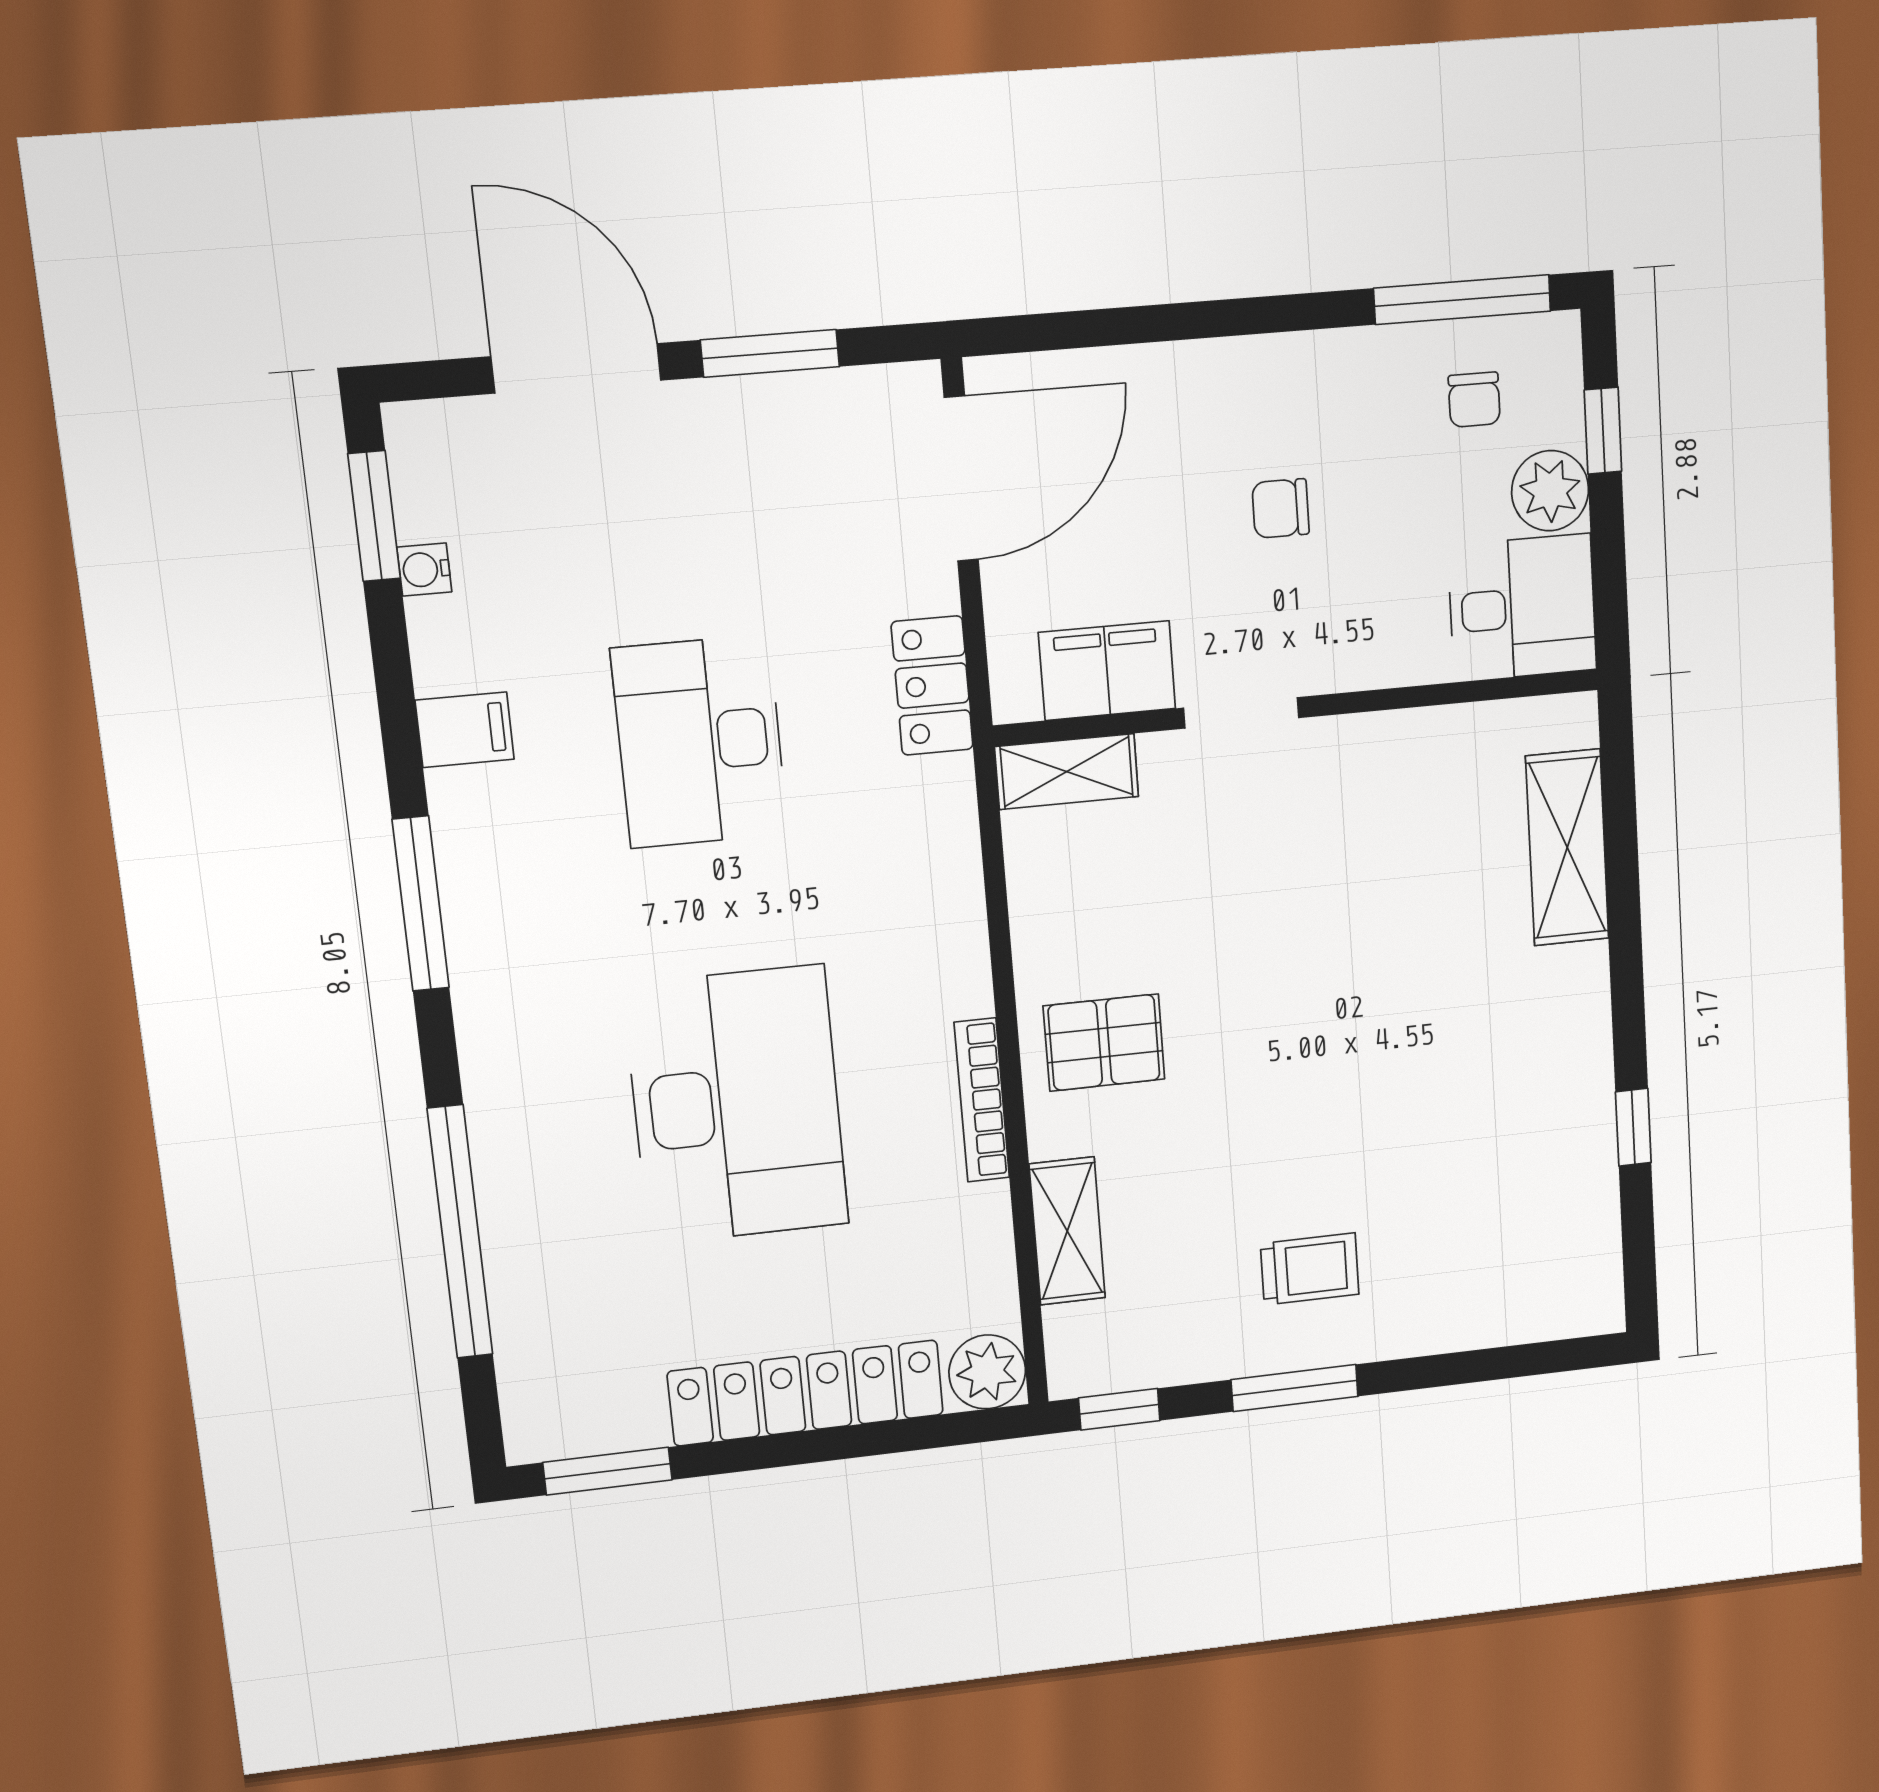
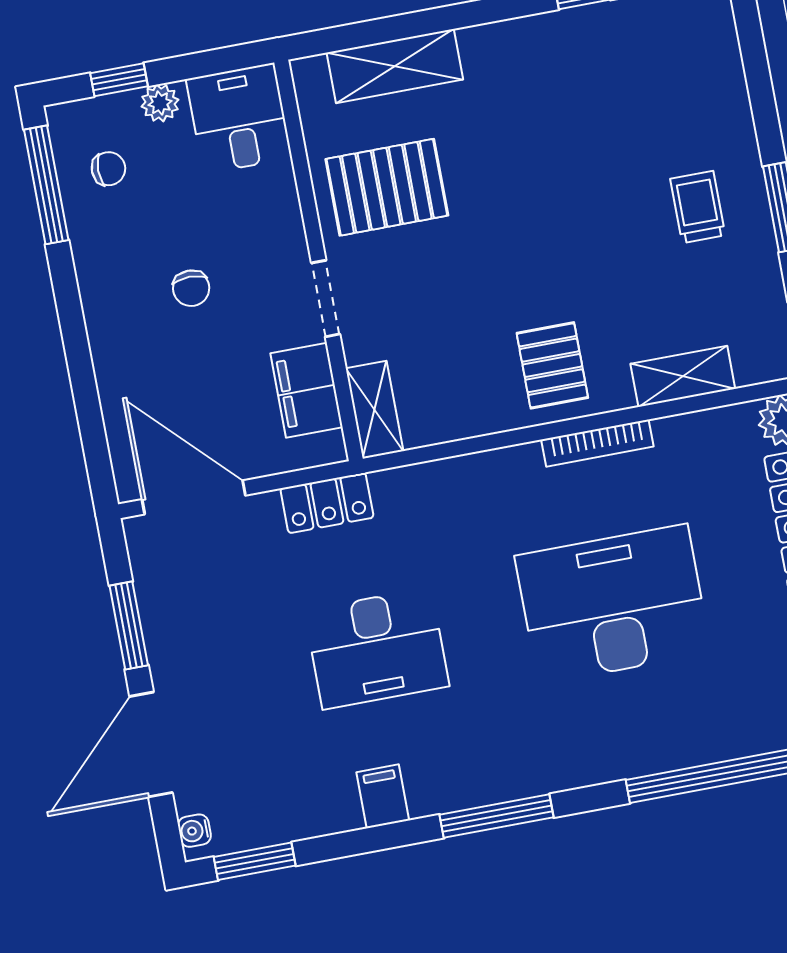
plant: (1550, 491) -> (160, 103), width x0.73, depth x0.73
water cooler: (424, 569) -> (194, 831), moved, turned 90
pallet: (1394, 820) -> (387, 187), added

